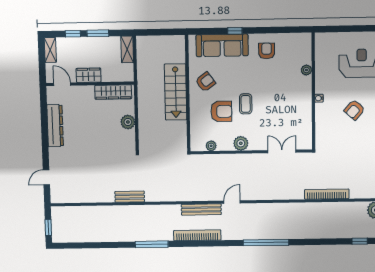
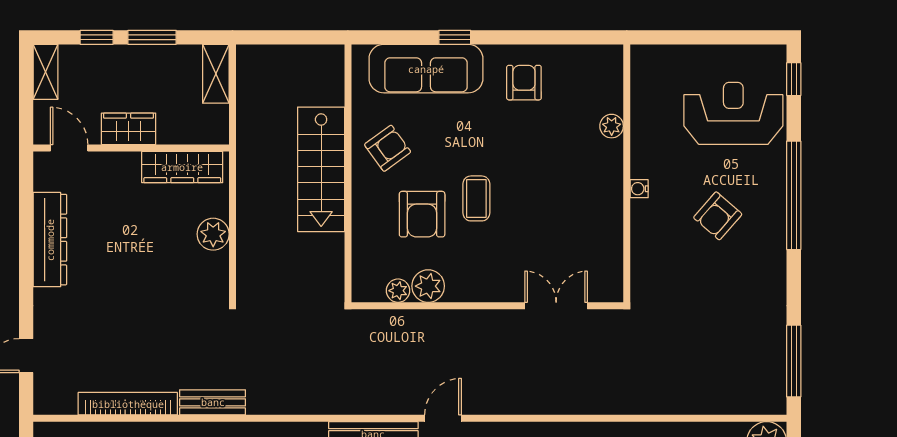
armchair: (221, 111) -> (422, 214), turned 90
plant: (241, 143) -> (428, 286), moved
bookcase: (327, 194) -> (128, 404), moved

